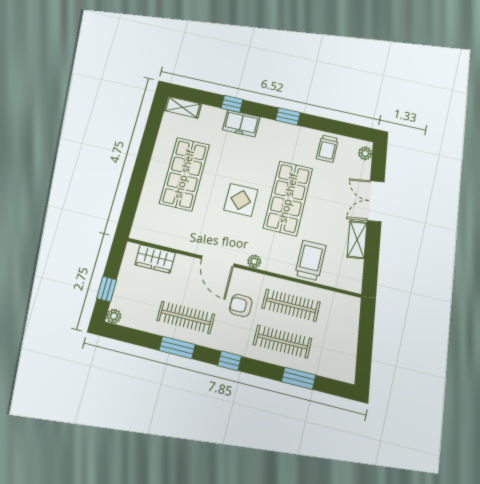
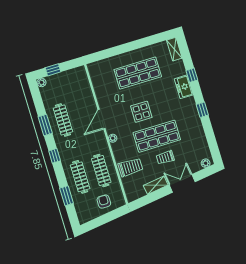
trolley: (327, 149) -> (165, 158), moved
wardrobe: (155, 259) -> (84, 85), removed
armchair: (241, 306) -> (104, 202), moved

